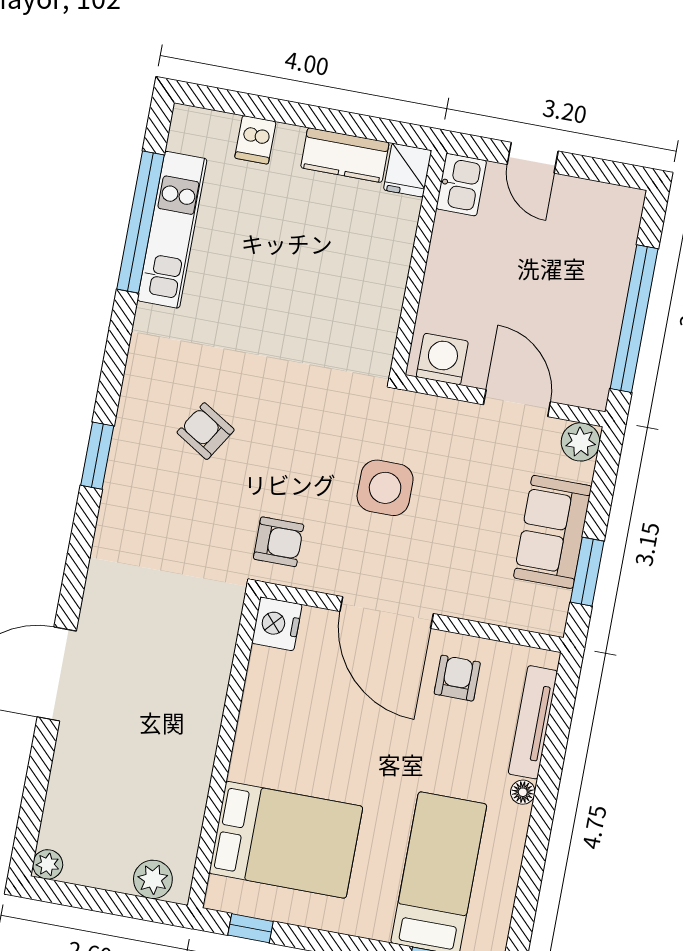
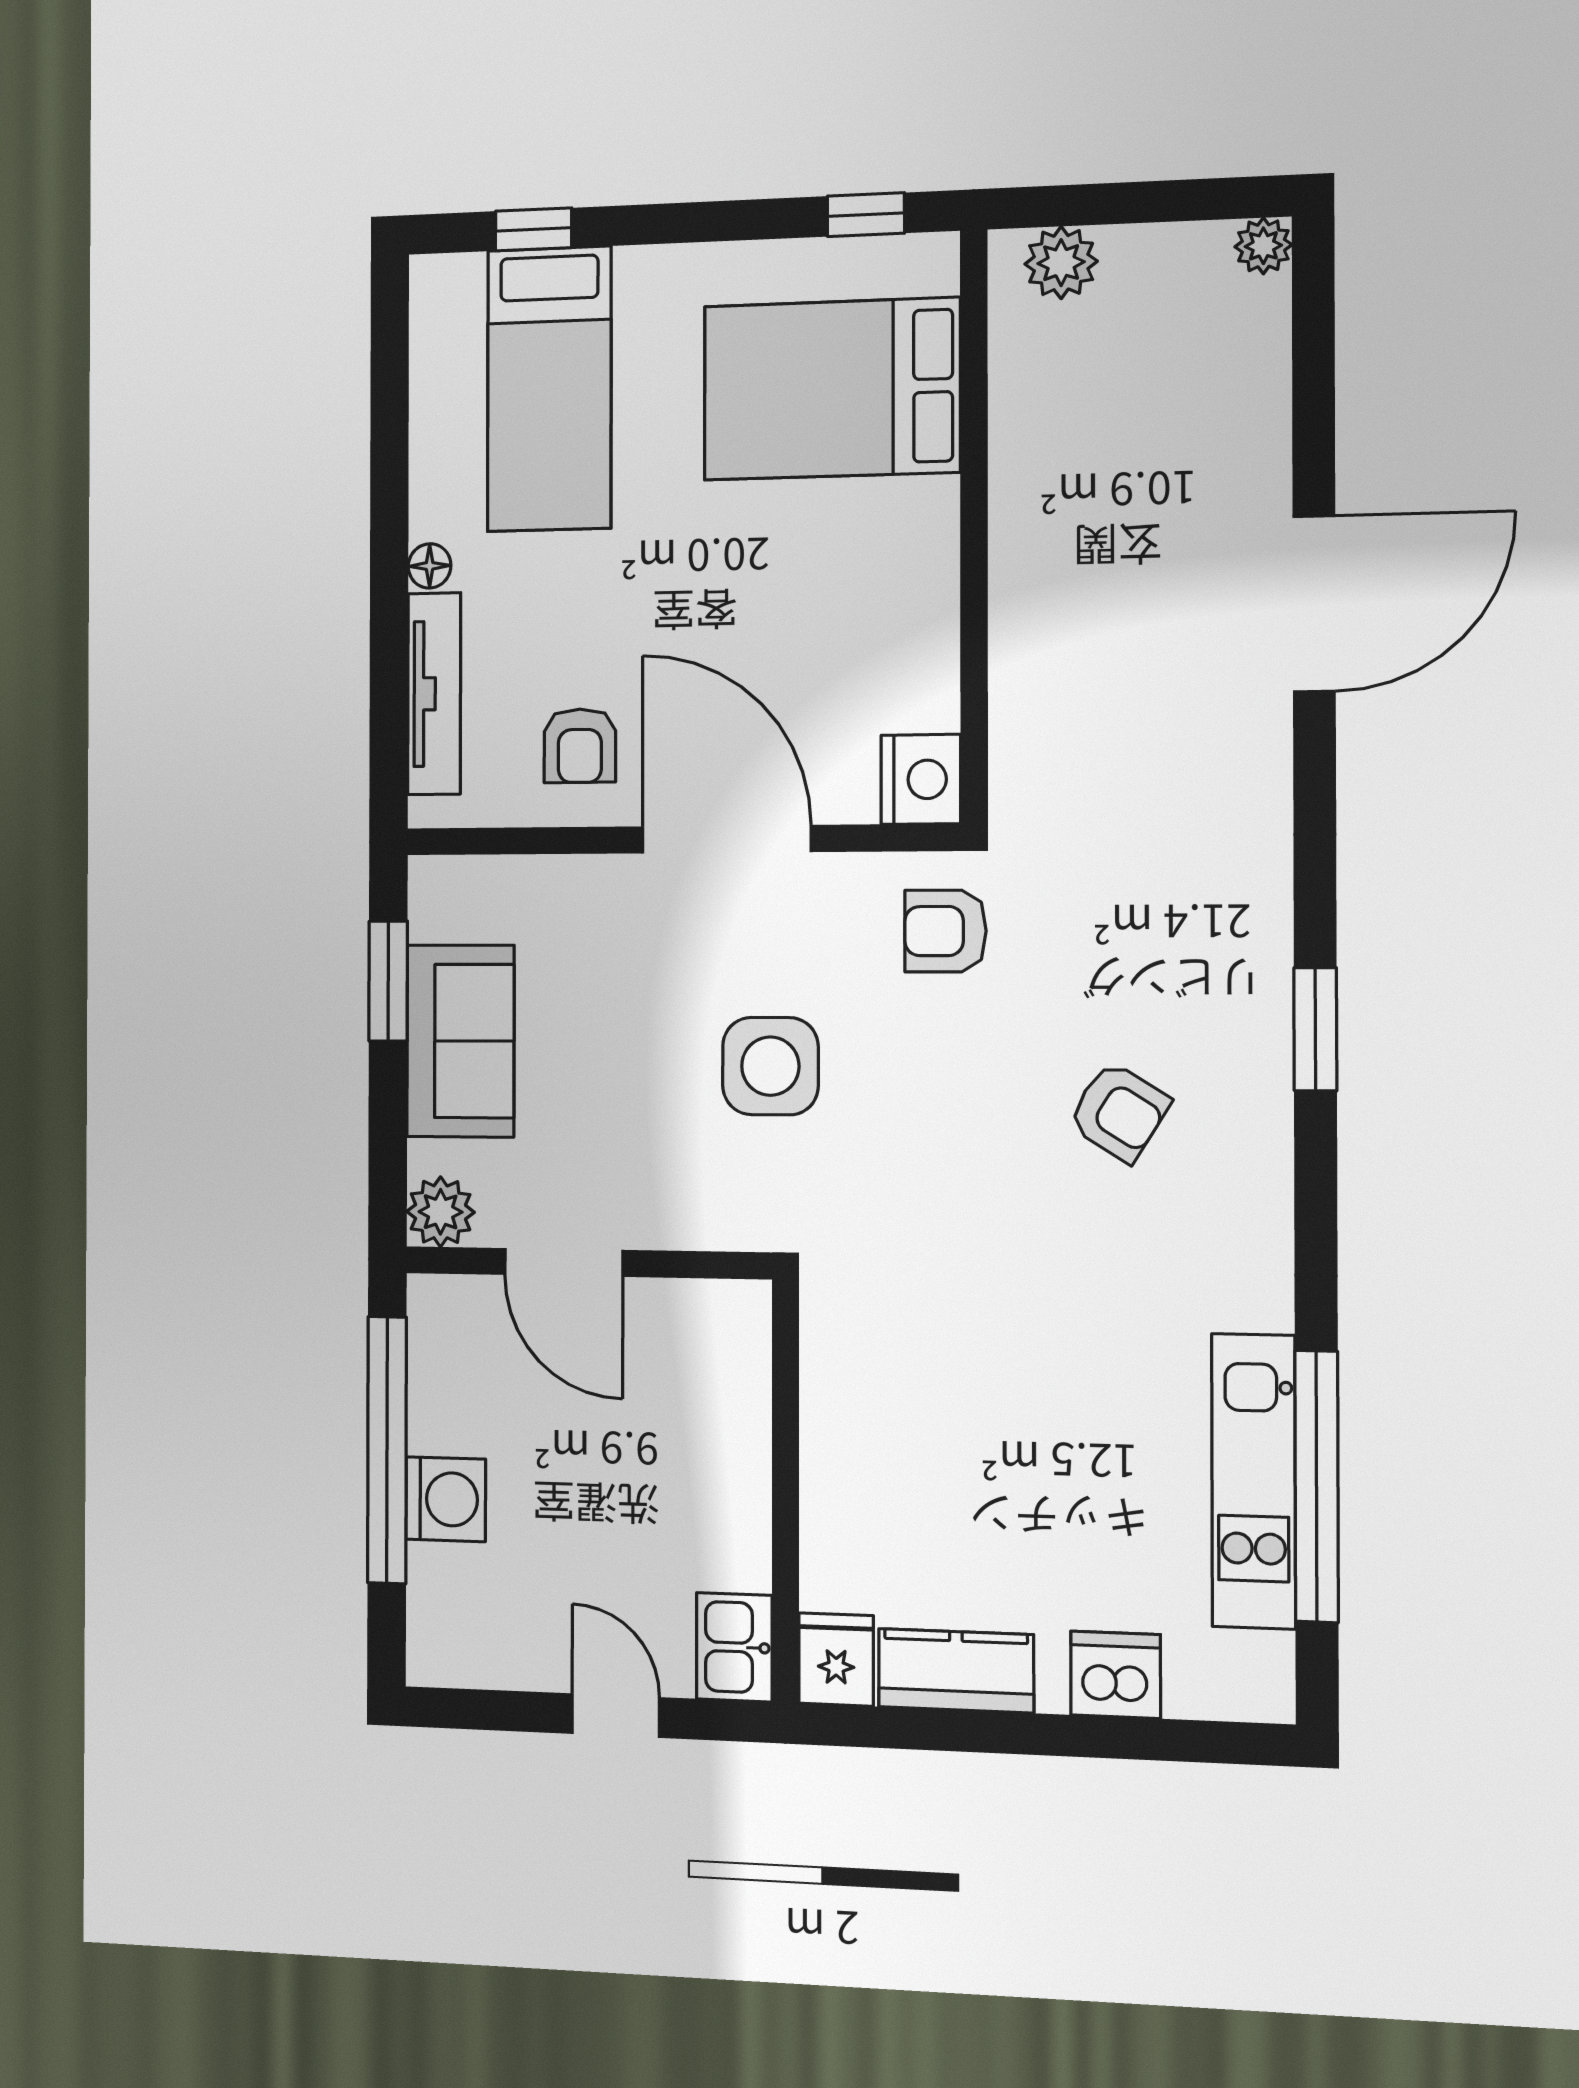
dishwasher: (255, 140) -> (1116, 1675), width x1.38
washing machine: (442, 359) -> (446, 1499), moved, turned -90

